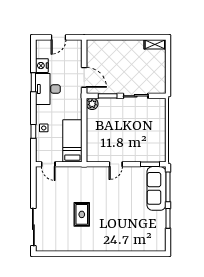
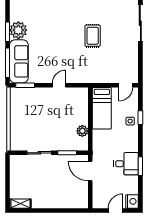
nightstand: (42, 66) -> (132, 201), moved
desk: (48, 89) -> (126, 164), width x0.73
plant: (92, 104) -> (82, 131), moved
door: (48, 164) -> (126, 85), swing flipped
plant: (157, 220) -> (18, 30), added

